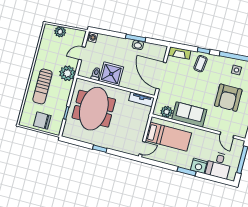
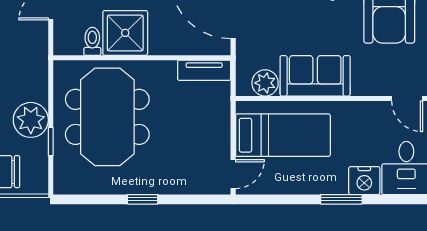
plant: (67, 73) -> (31, 120), moved

